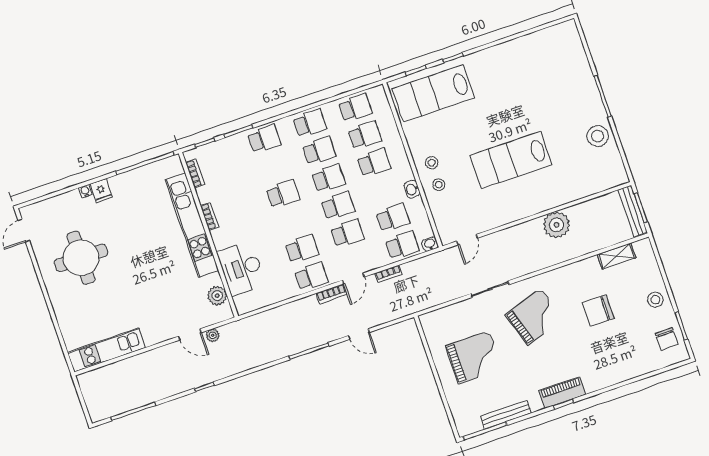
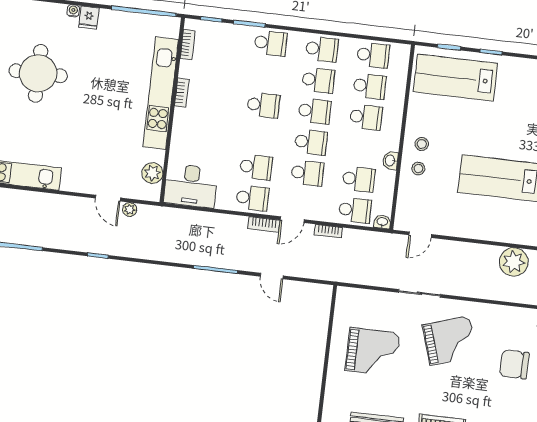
desk: (241, 268) -> (191, 186), moved, turned -90

